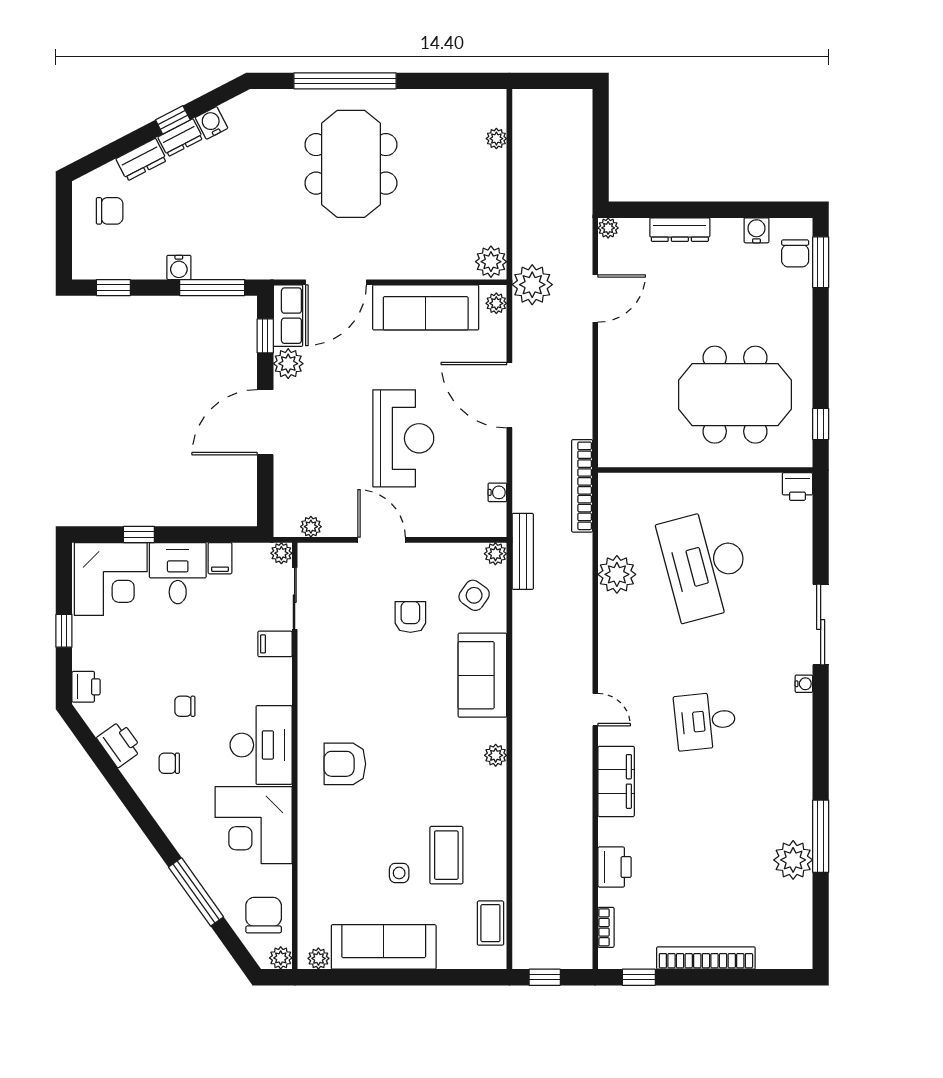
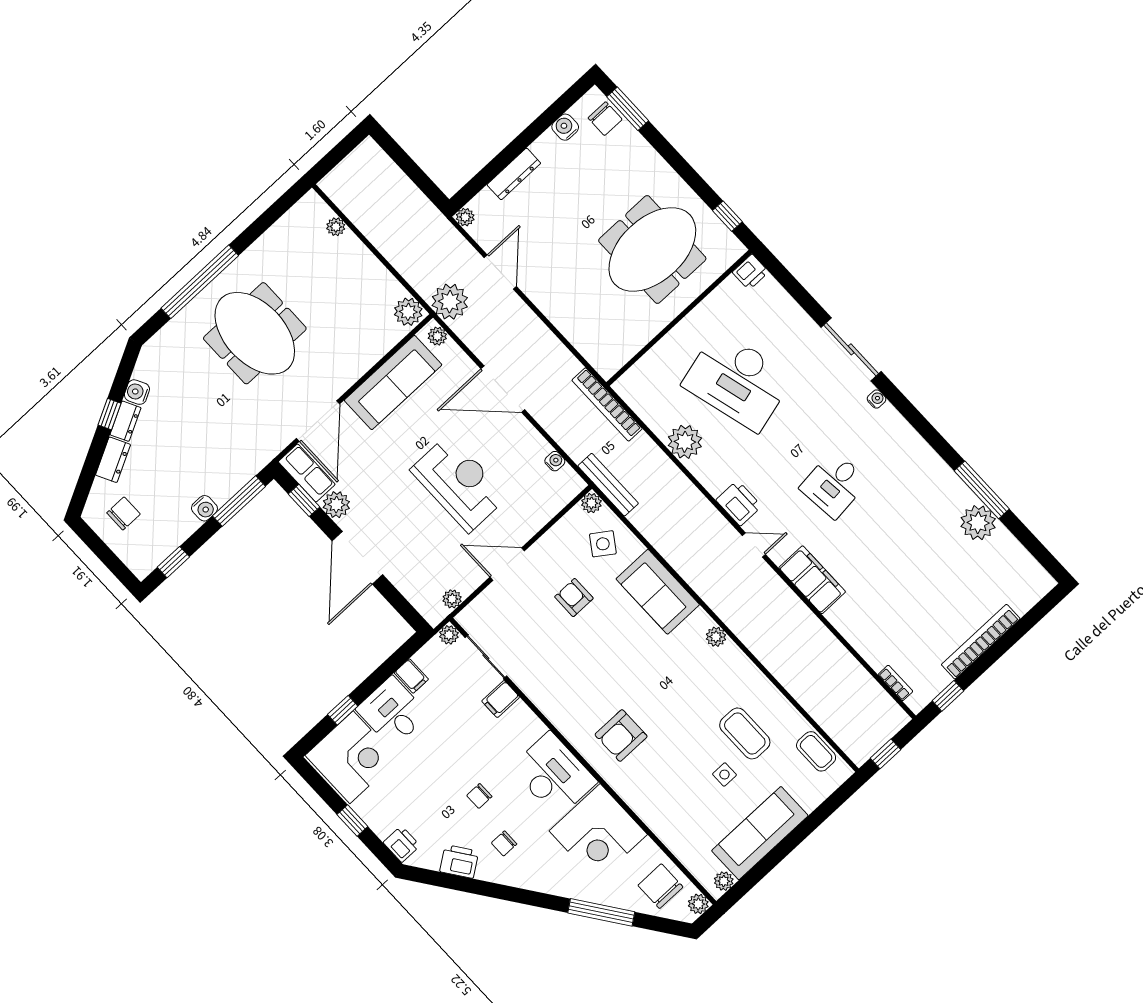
printer: (615, 867) -> (739, 503), moved

